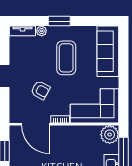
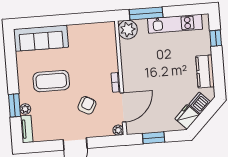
window: (59, 21) -> (14, 105), moved
corner sofa: (95, 106) -> (99, 48), removed
plant: (14, 118) -> (118, 130), added

